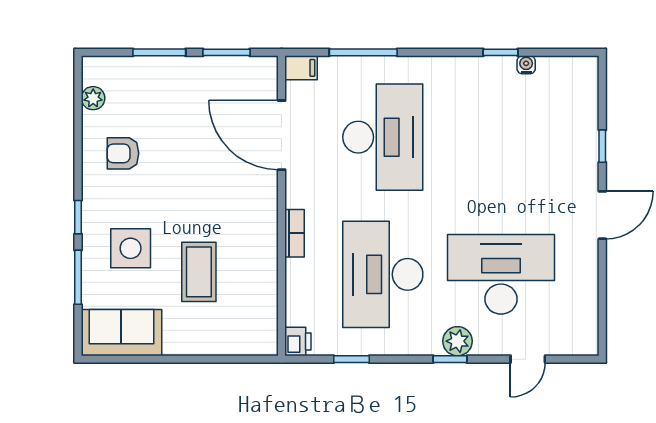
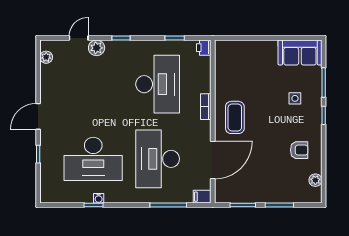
water cooler: (526, 65) -> (99, 198), moved
door: (282, 135) -> (213, 160), hinge flipped
side table: (131, 248) -> (295, 98), width x0.54, depth x0.54
coffee table: (199, 272) -> (235, 117), moved
desk: (501, 274) -> (93, 159), moved
plant: (588, 324) -> (46, 57), added
plant: (457, 341) -> (97, 48), moved

